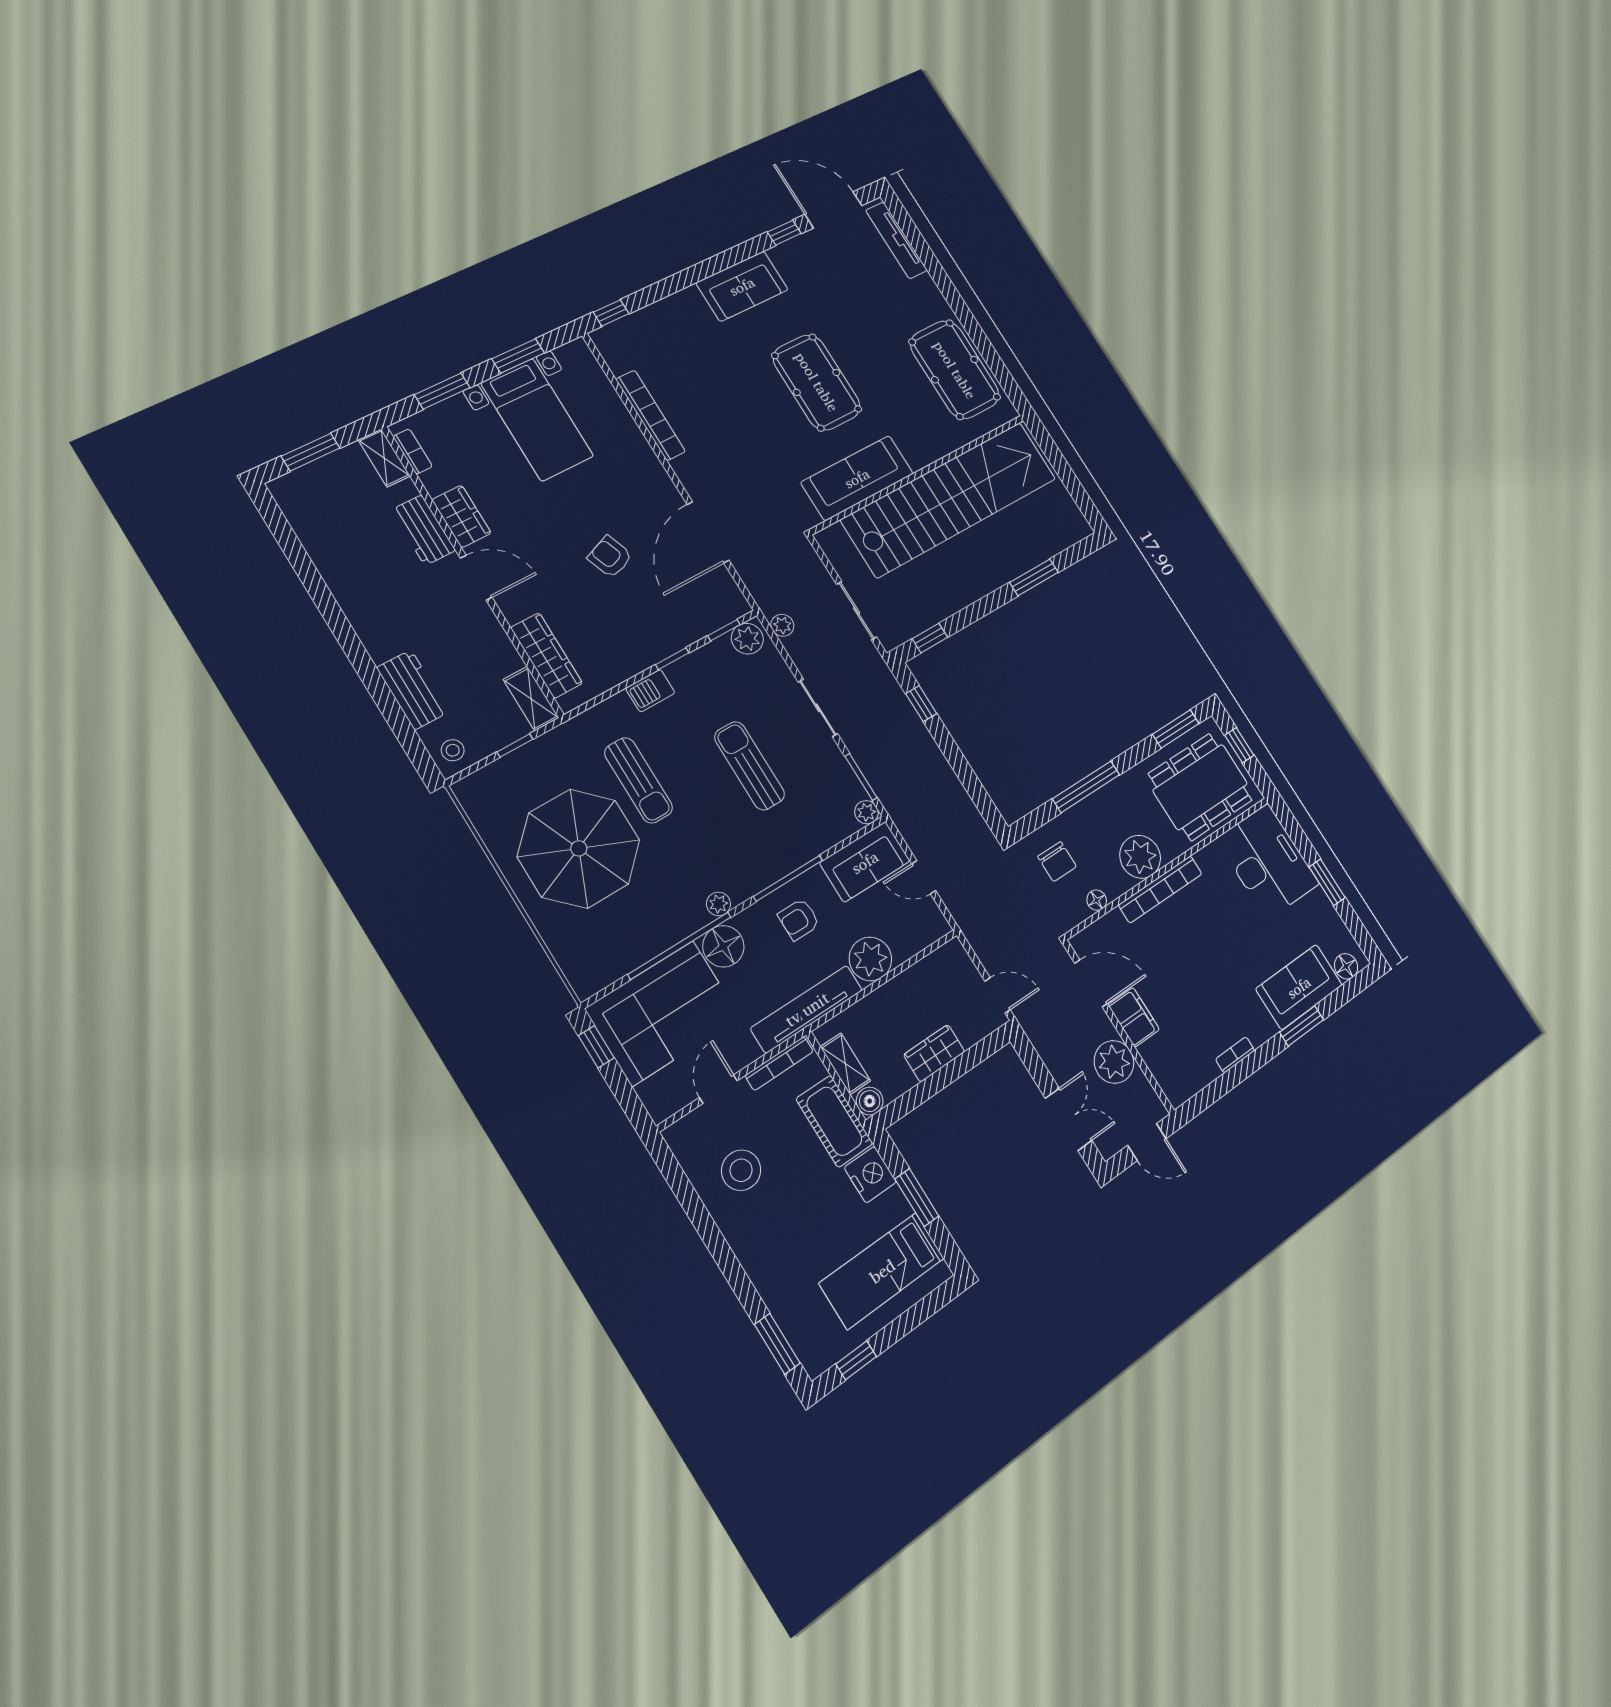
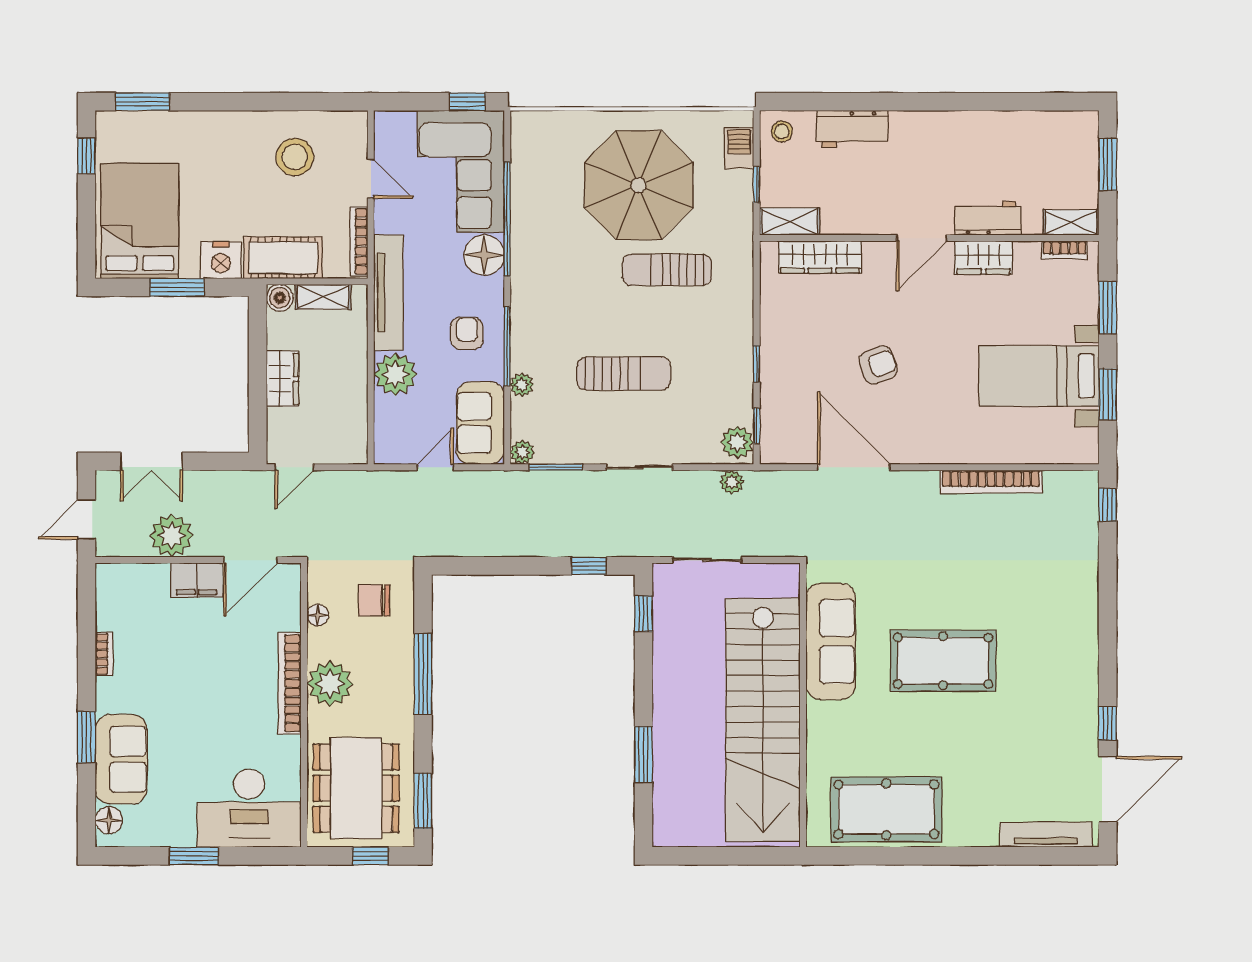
sofa: (742, 286) -> (1074, 647), removed
barbecue: (650, 691) -> (739, 148), moved
plant: (718, 904) -> (522, 385), moved
bed: (882, 1271) -> (140, 221), width x1.50

